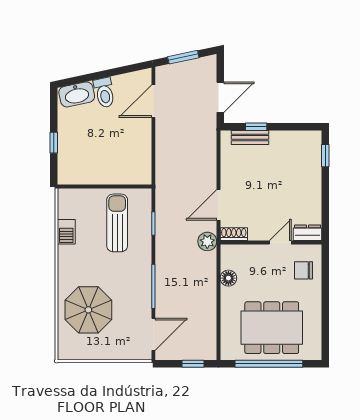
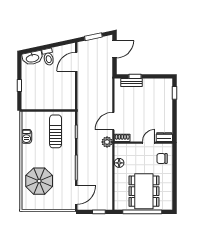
door: (220, 97) -> (114, 49), moved
dining table: (272, 328) -> (144, 191), turned 90

